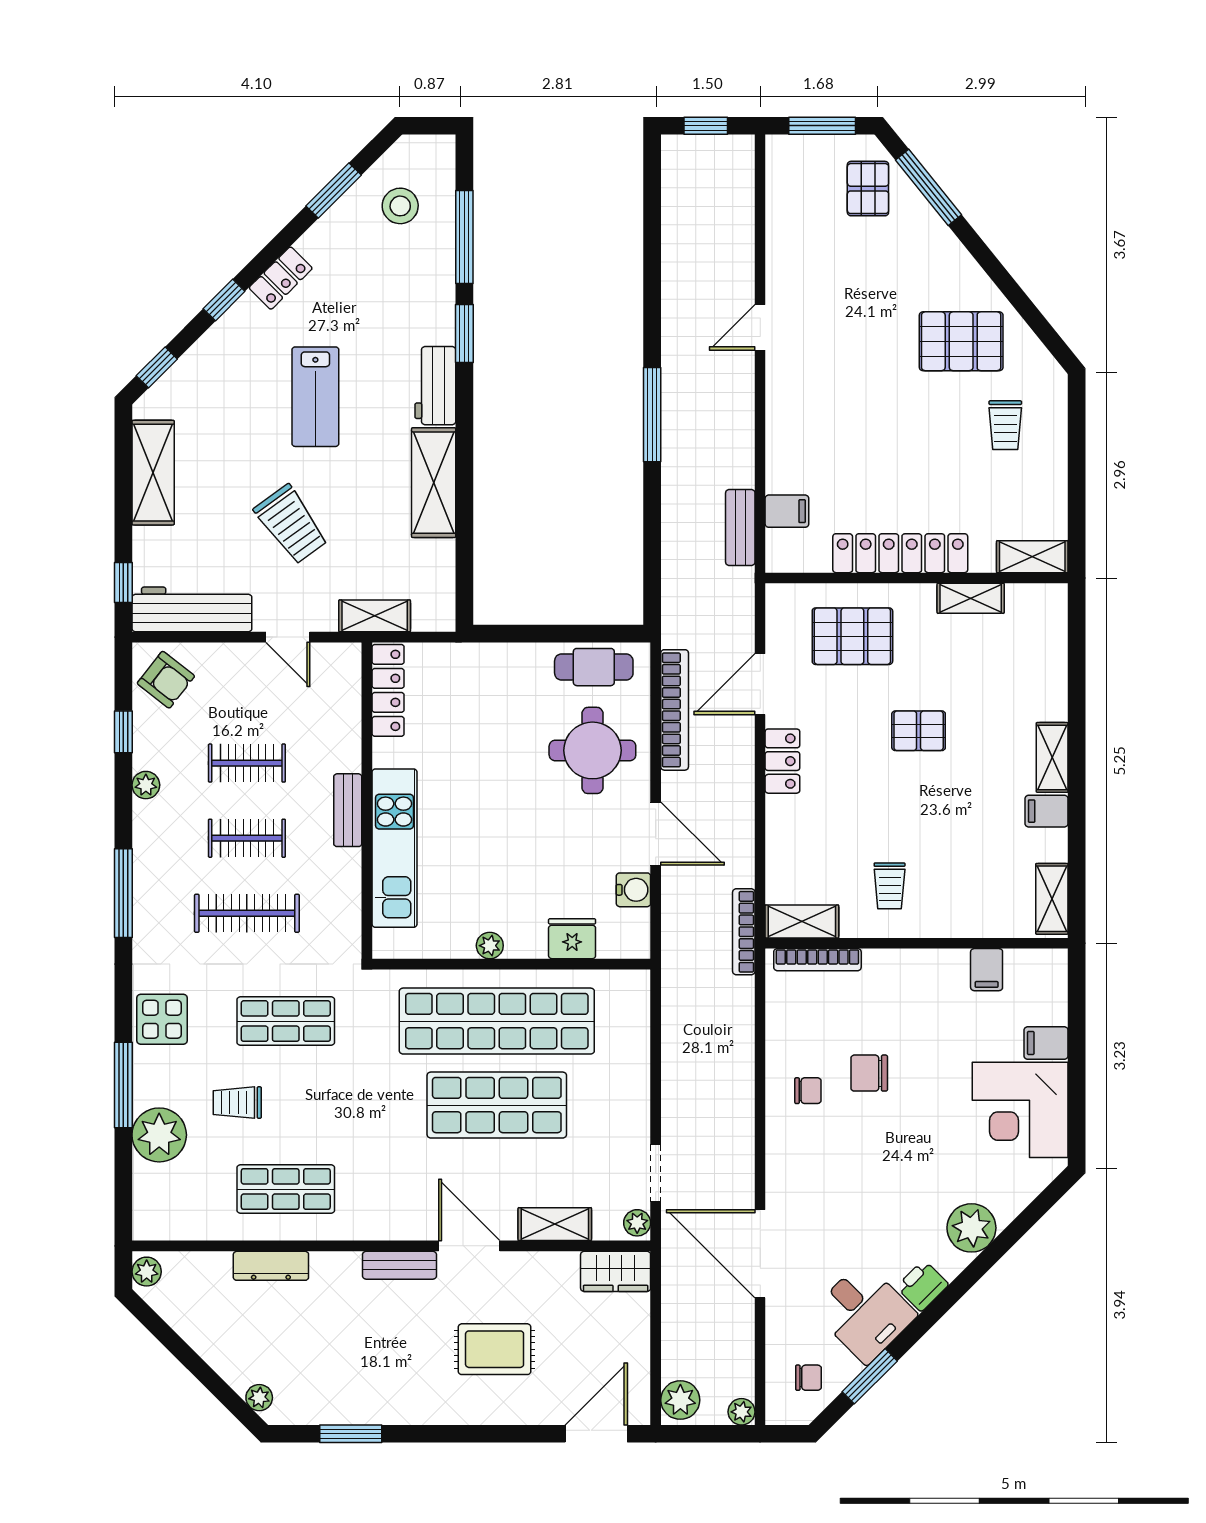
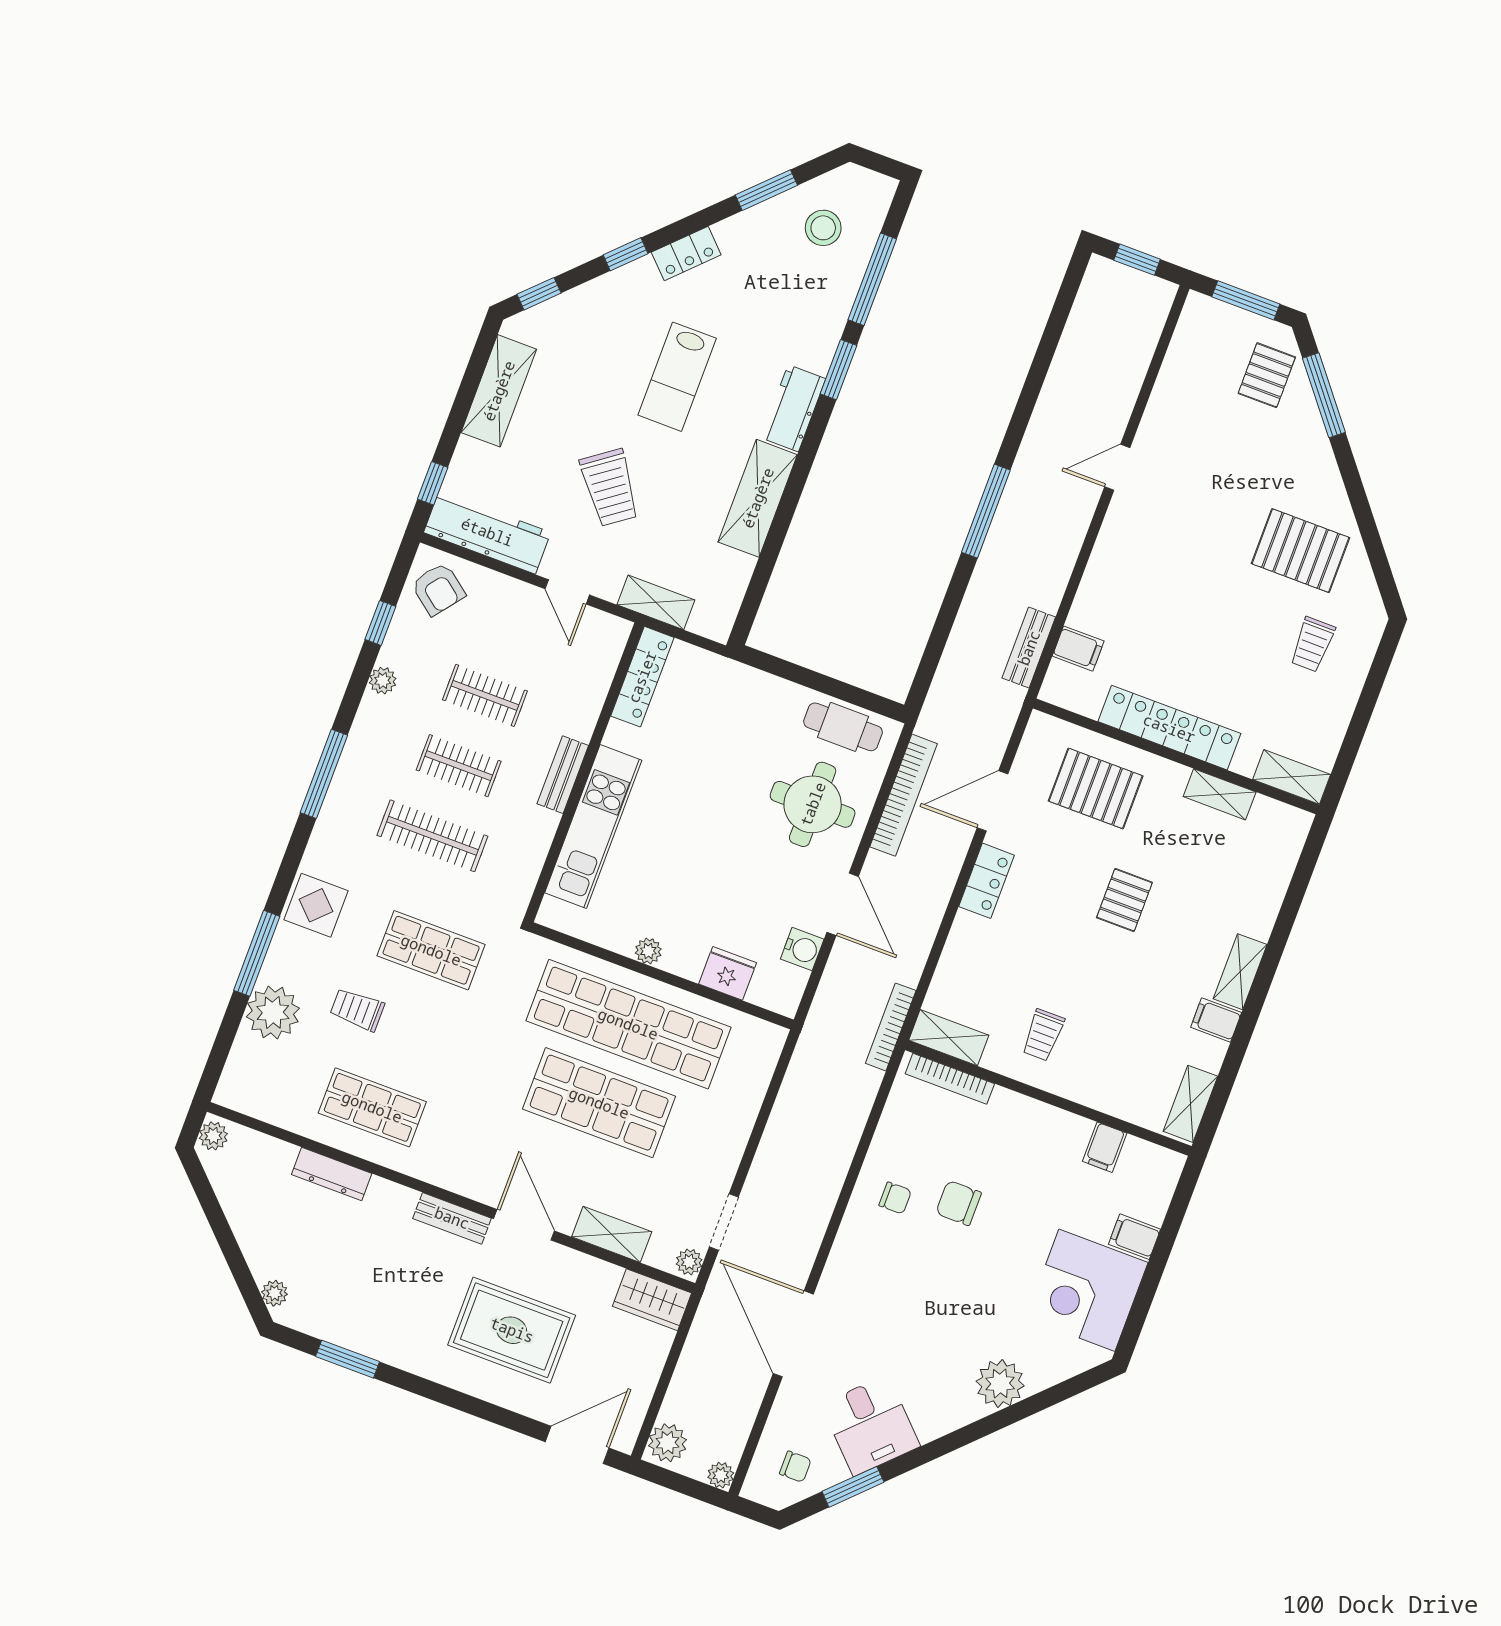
pallet: (919, 731) -> (1124, 900), turned 90
printer: (922, 1286) -> (934, 1420), removed
rug: (495, 1349) -> (512, 1330), width x1.36, depth x1.43

